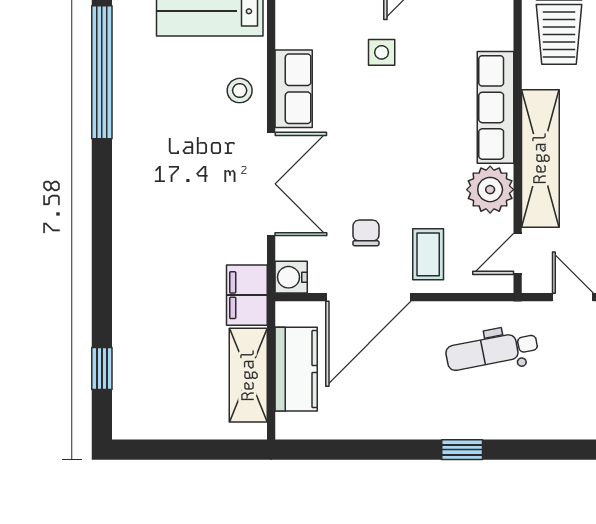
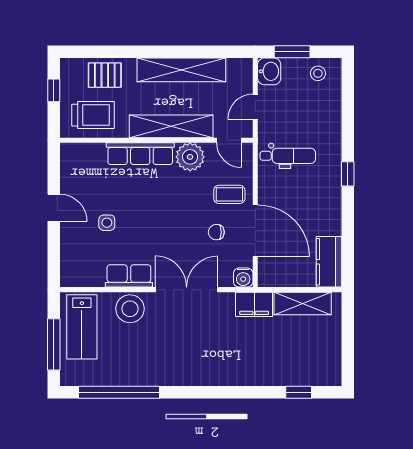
stool: (240, 91) -> (130, 309), width x1.89, depth x1.89
dental chair: (492, 351) -> (288, 156), turned -79
kitchen counter: (296, 369) -> (329, 262), moved, turned -90

